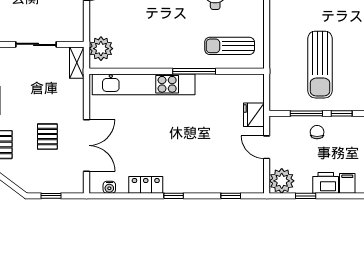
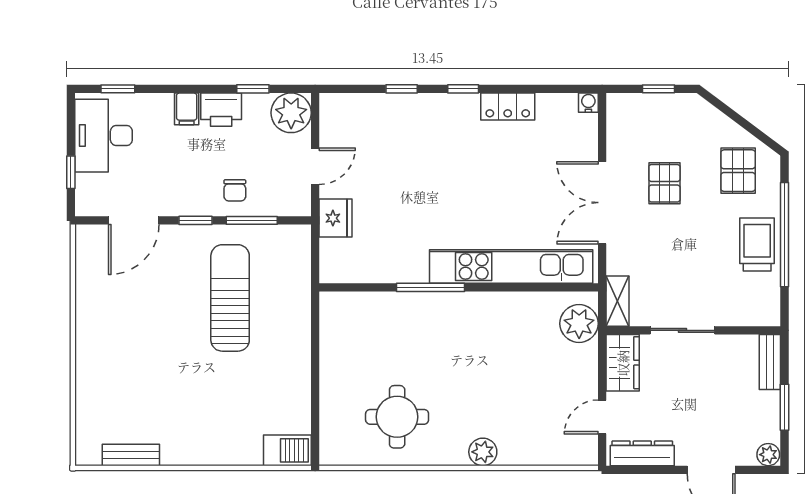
wardrobe: (74, 24) -> (623, 363), added
sun lounger: (230, 46) -> (374, 328), removed
double door: (86, 145) -> (602, 203), moved
door: (267, 147) -> (315, 166), hinge flipped
water cooler: (109, 187) -> (588, 103), moved
window: (231, 196) -> (402, 89), moved

